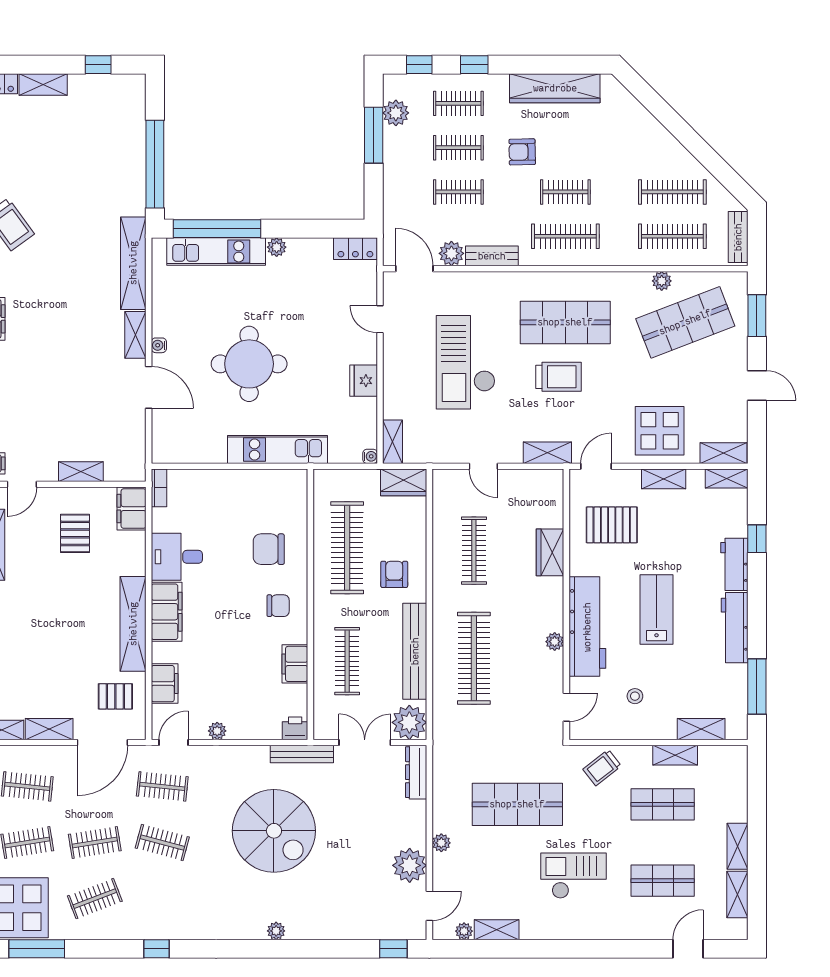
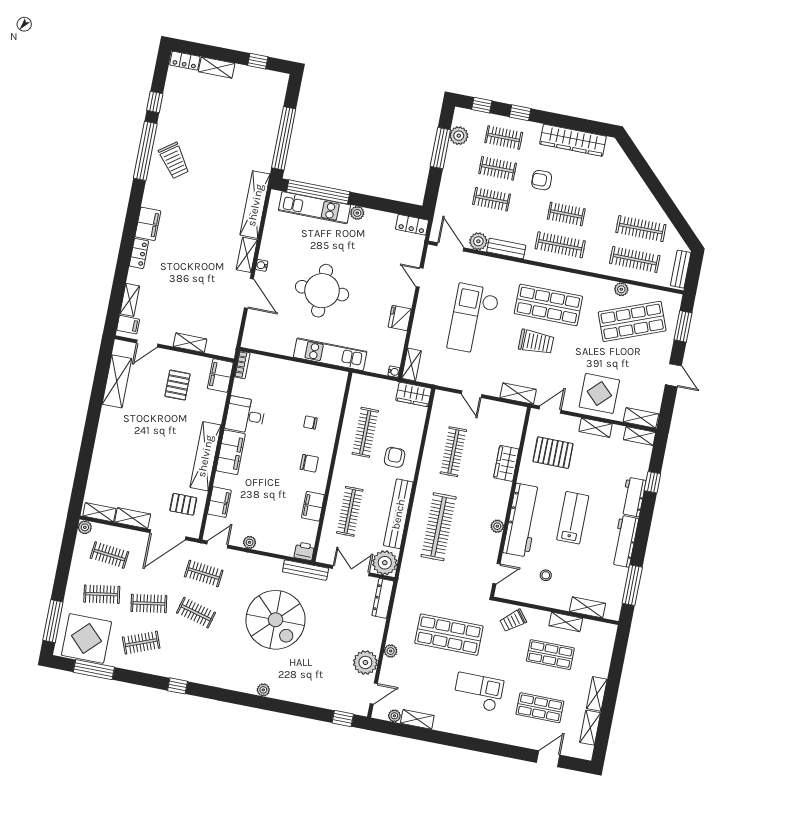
clothes rail: (347, 548) -> (365, 432), width x0.73, depth x0.76
chair: (269, 549) -> (310, 423), width x0.54, depth x0.54

